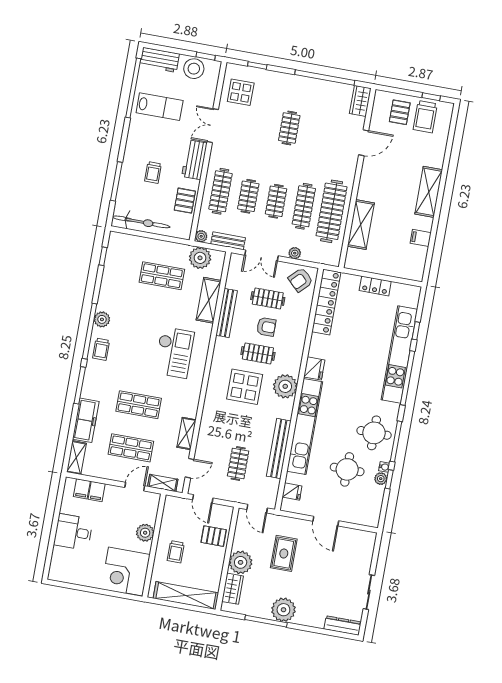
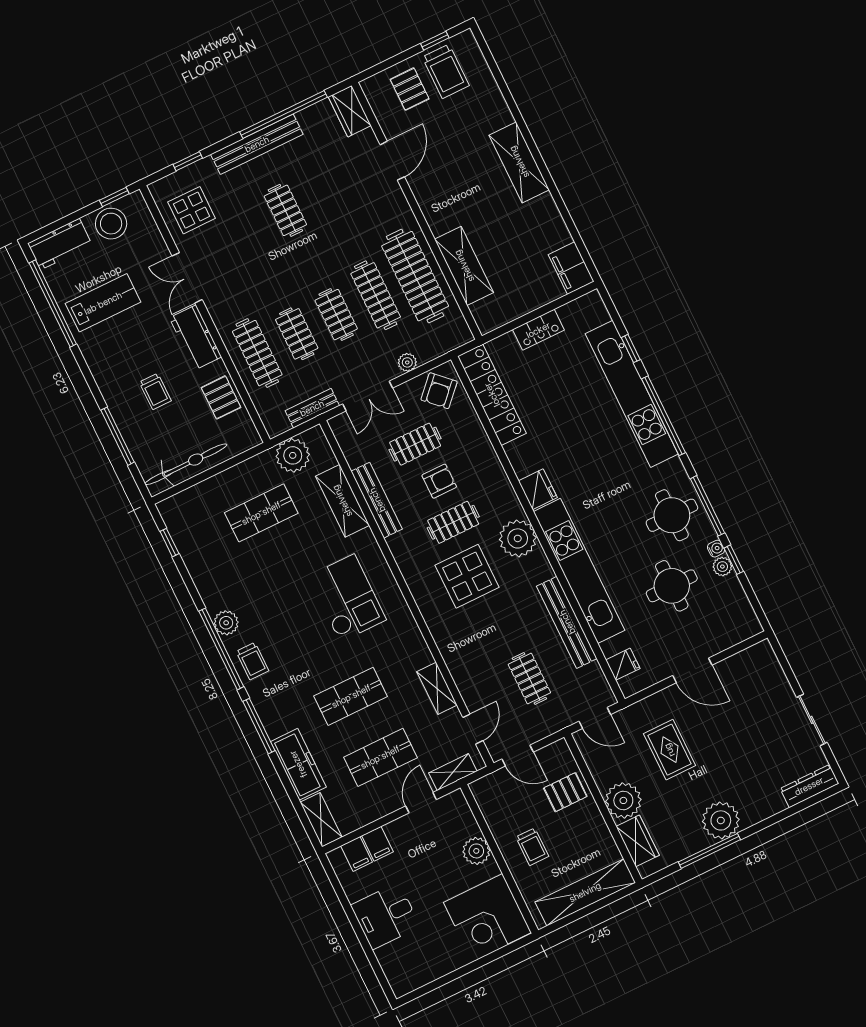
bench: (300, 83) -> (257, 144), added
plant: (201, 236) -> (274, 427), removed
filing cabinet: (421, 238) -> (571, 268), moved, width x2.00

